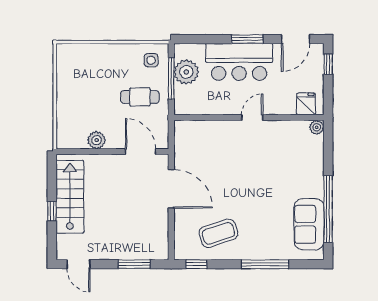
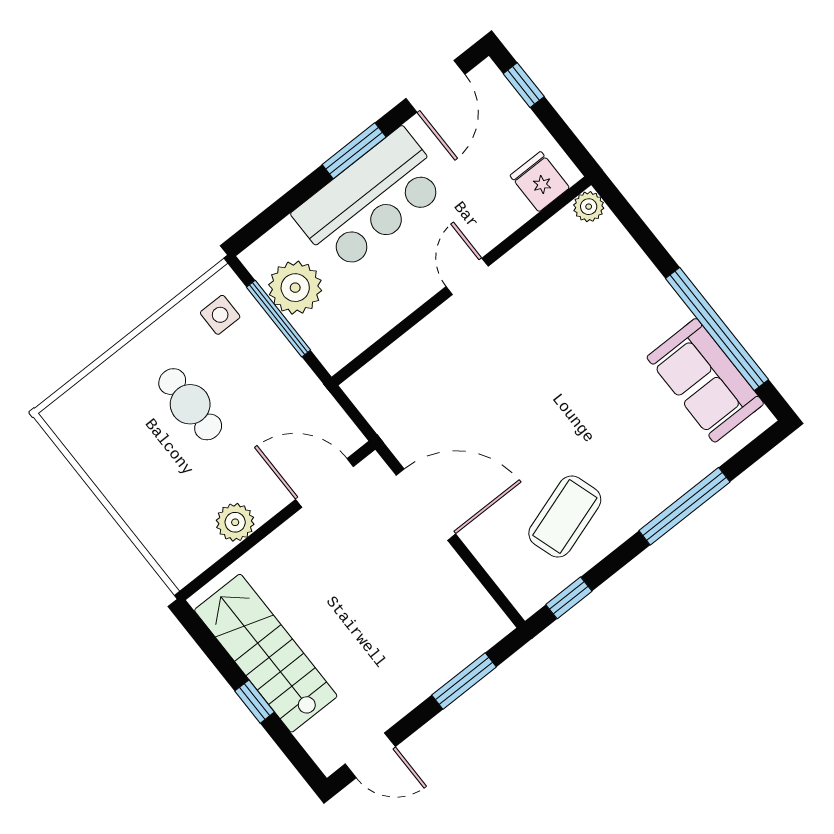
cafe table: (140, 97) -> (190, 404), moved, turned 90

